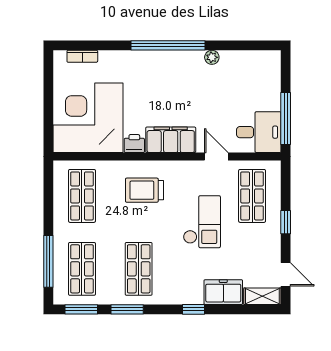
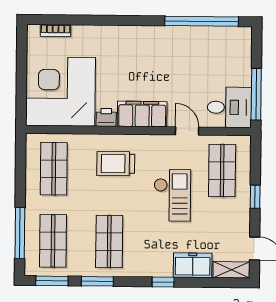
window: (168, 45) -> (202, 21), moved
plant: (212, 57) -> (184, 33), removed

